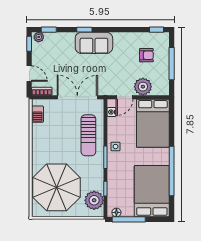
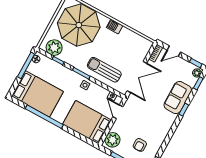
sofa: (94, 43) -> (178, 98), moved
plant: (143, 87) -> (113, 140), moved
barbecue: (37, 114) -> (115, 26), moved

